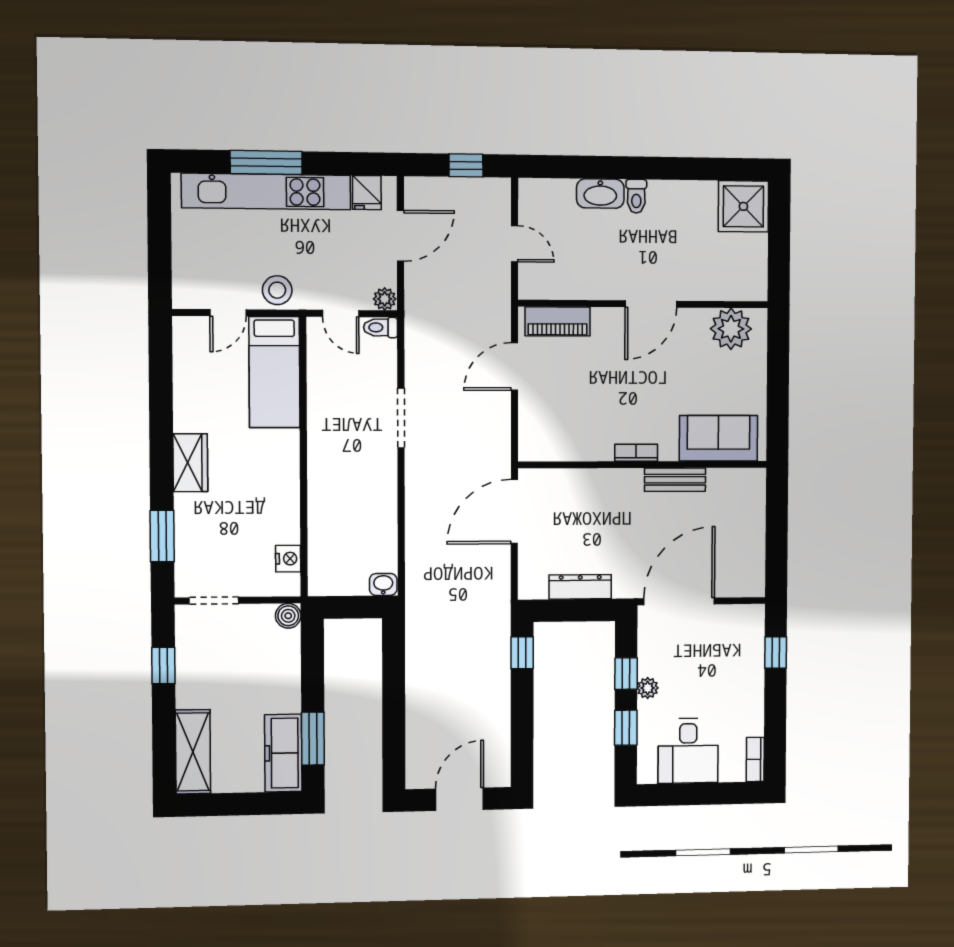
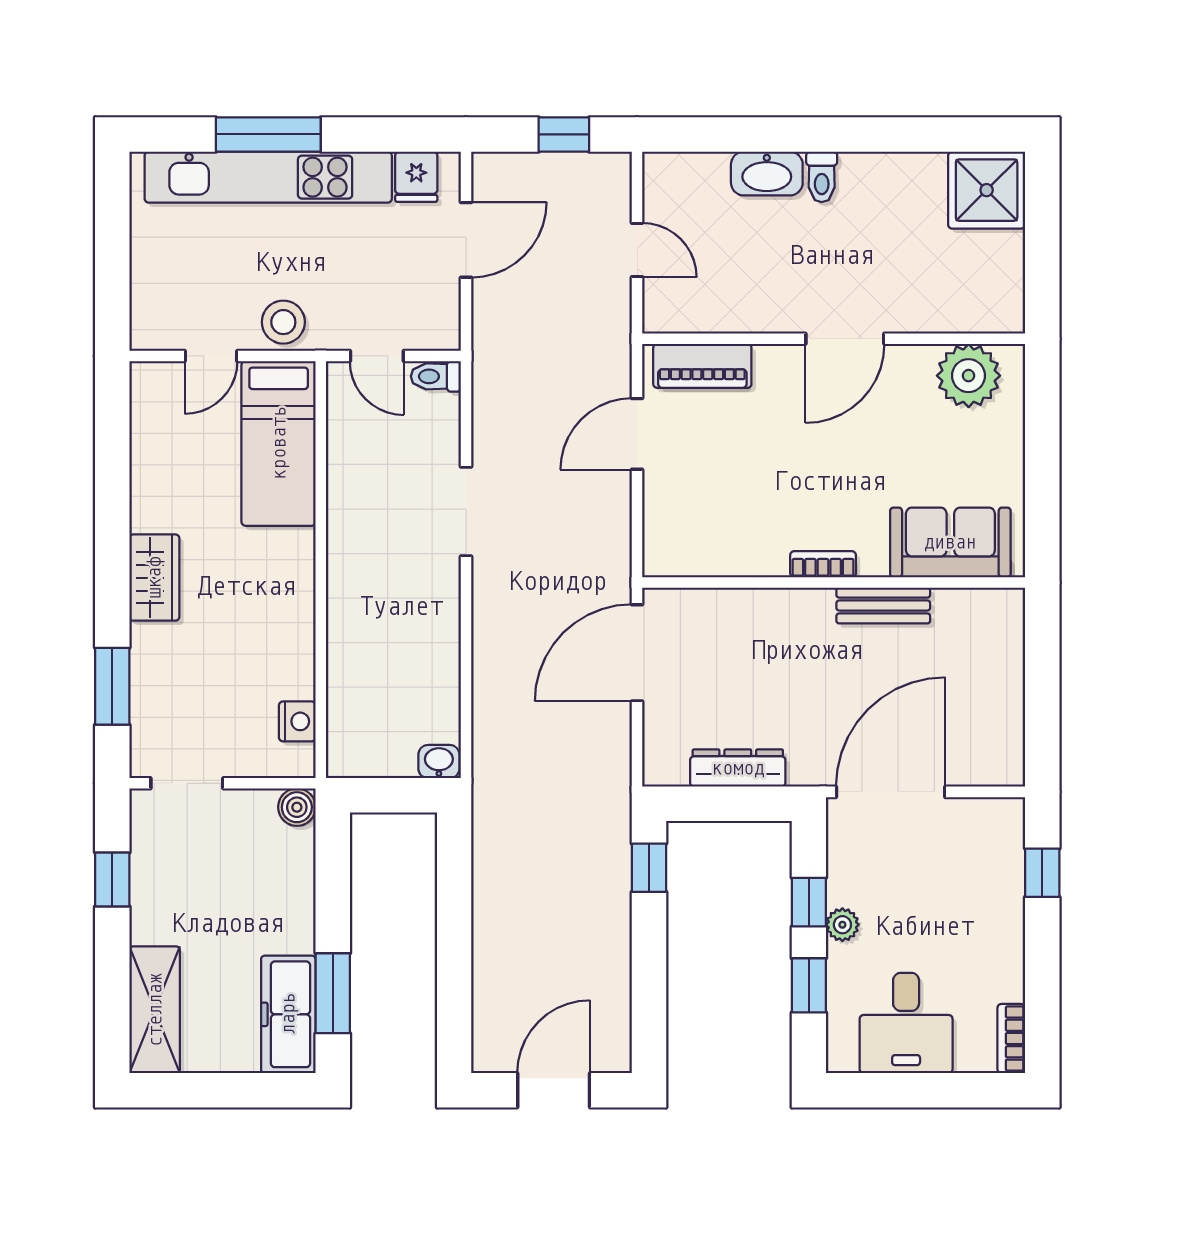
plant: (385, 299) -> (442, 334), removed

